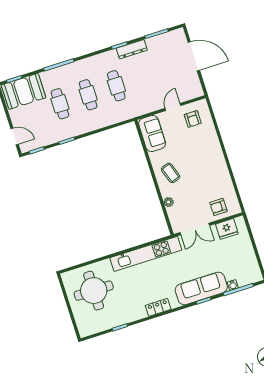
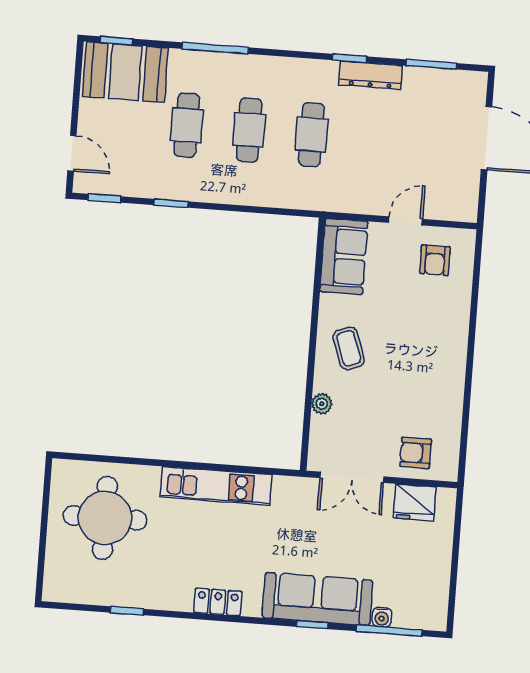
kitchen unit: (146, 254) -> (216, 486), width x0.73

